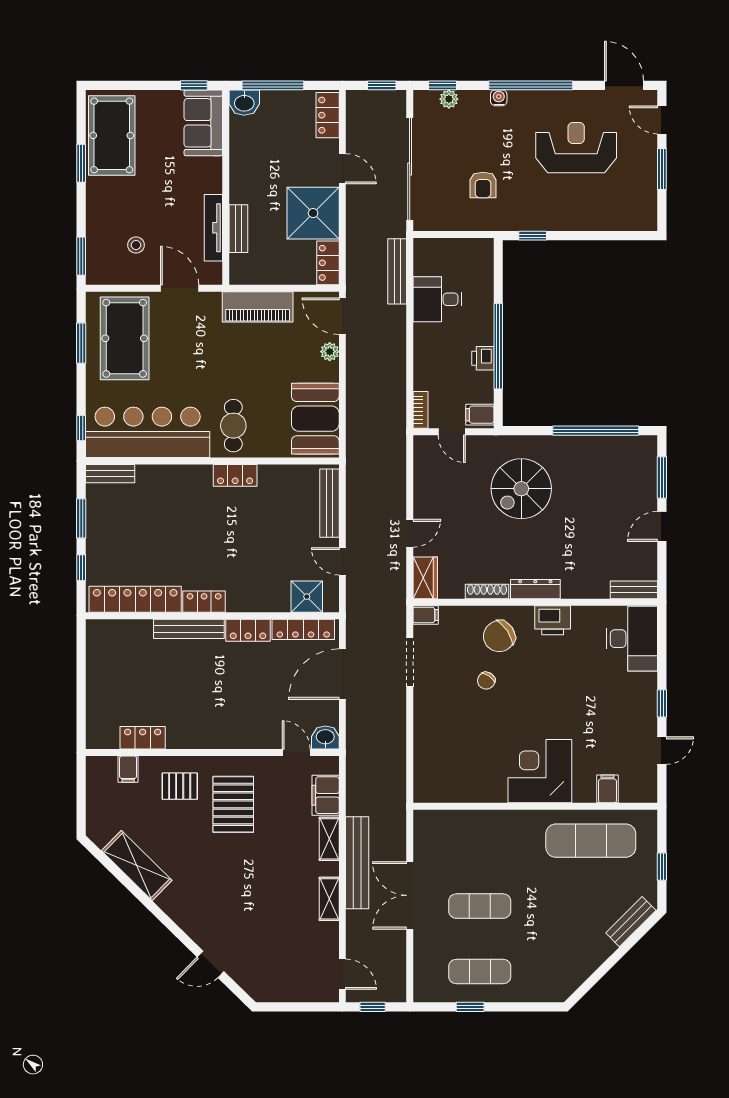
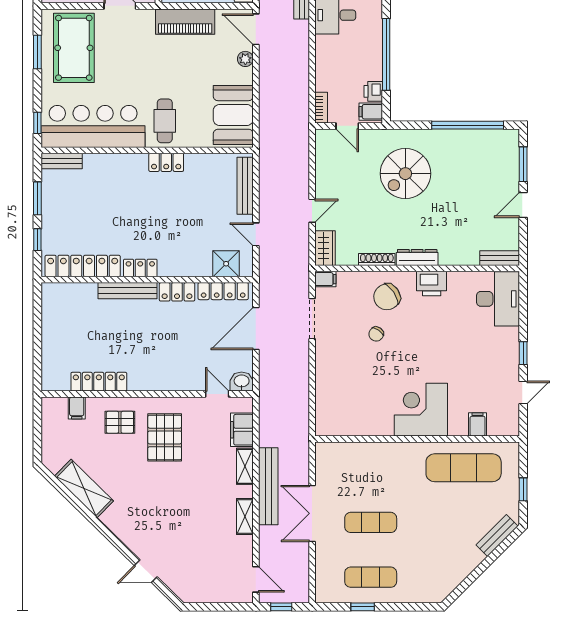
printer: (483, 358) -> (373, 91), moved
locker: (143, 738) -> (99, 382), width x1.53

